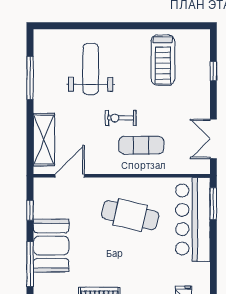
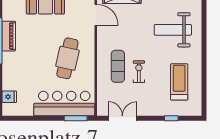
treadmill: (163, 60) -> (179, 82), turned 90
weight bench: (91, 69) -> (173, 30), turned 180
exercise bike: (121, 118) -> (139, 72), moved

